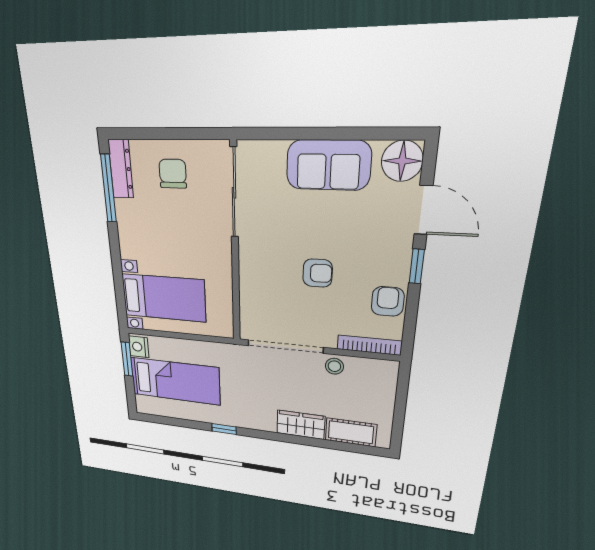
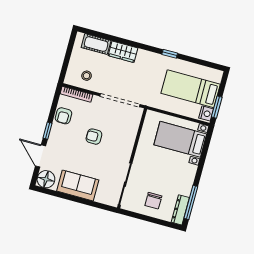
stool: (334, 366) -> (87, 76), moved

